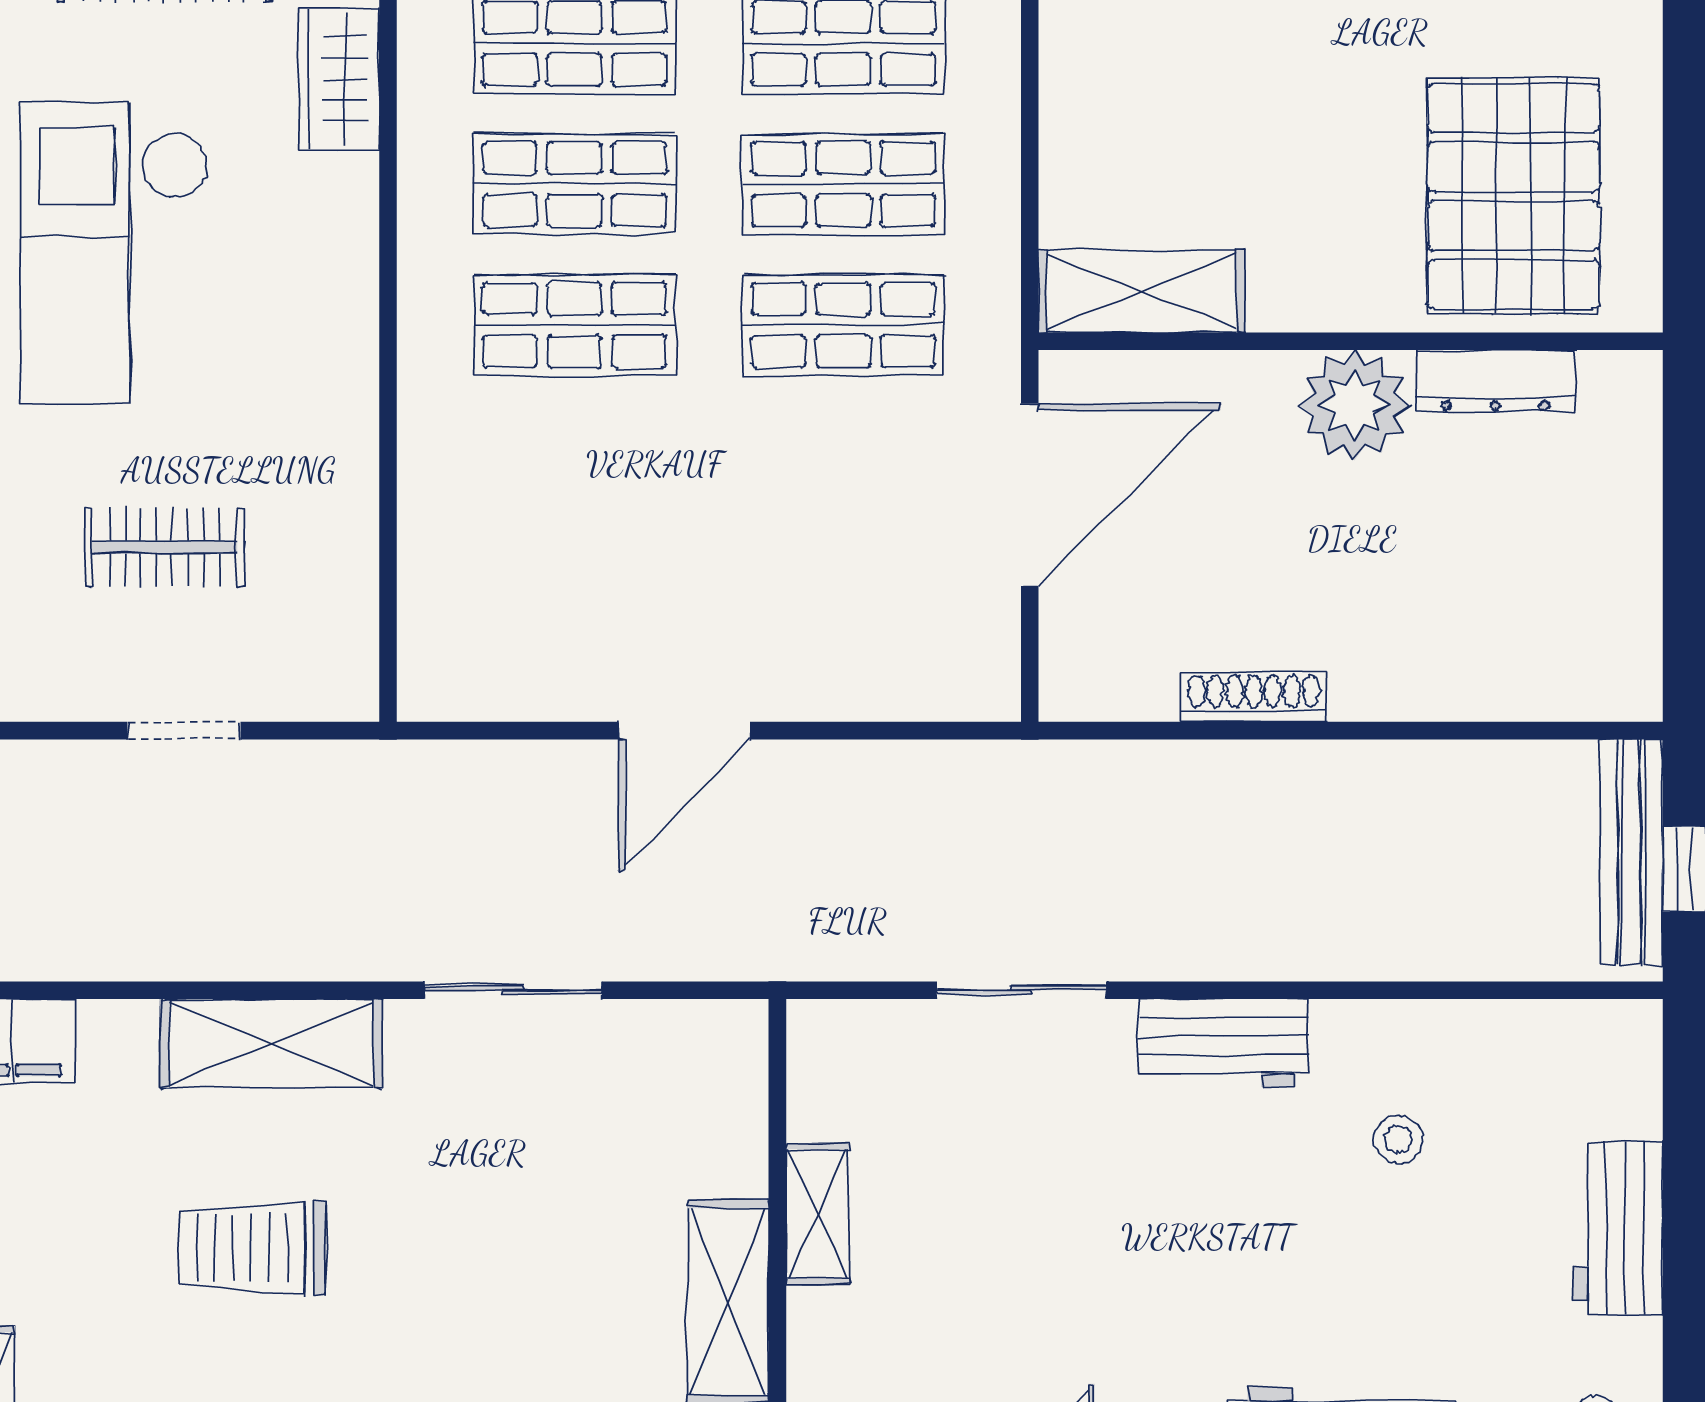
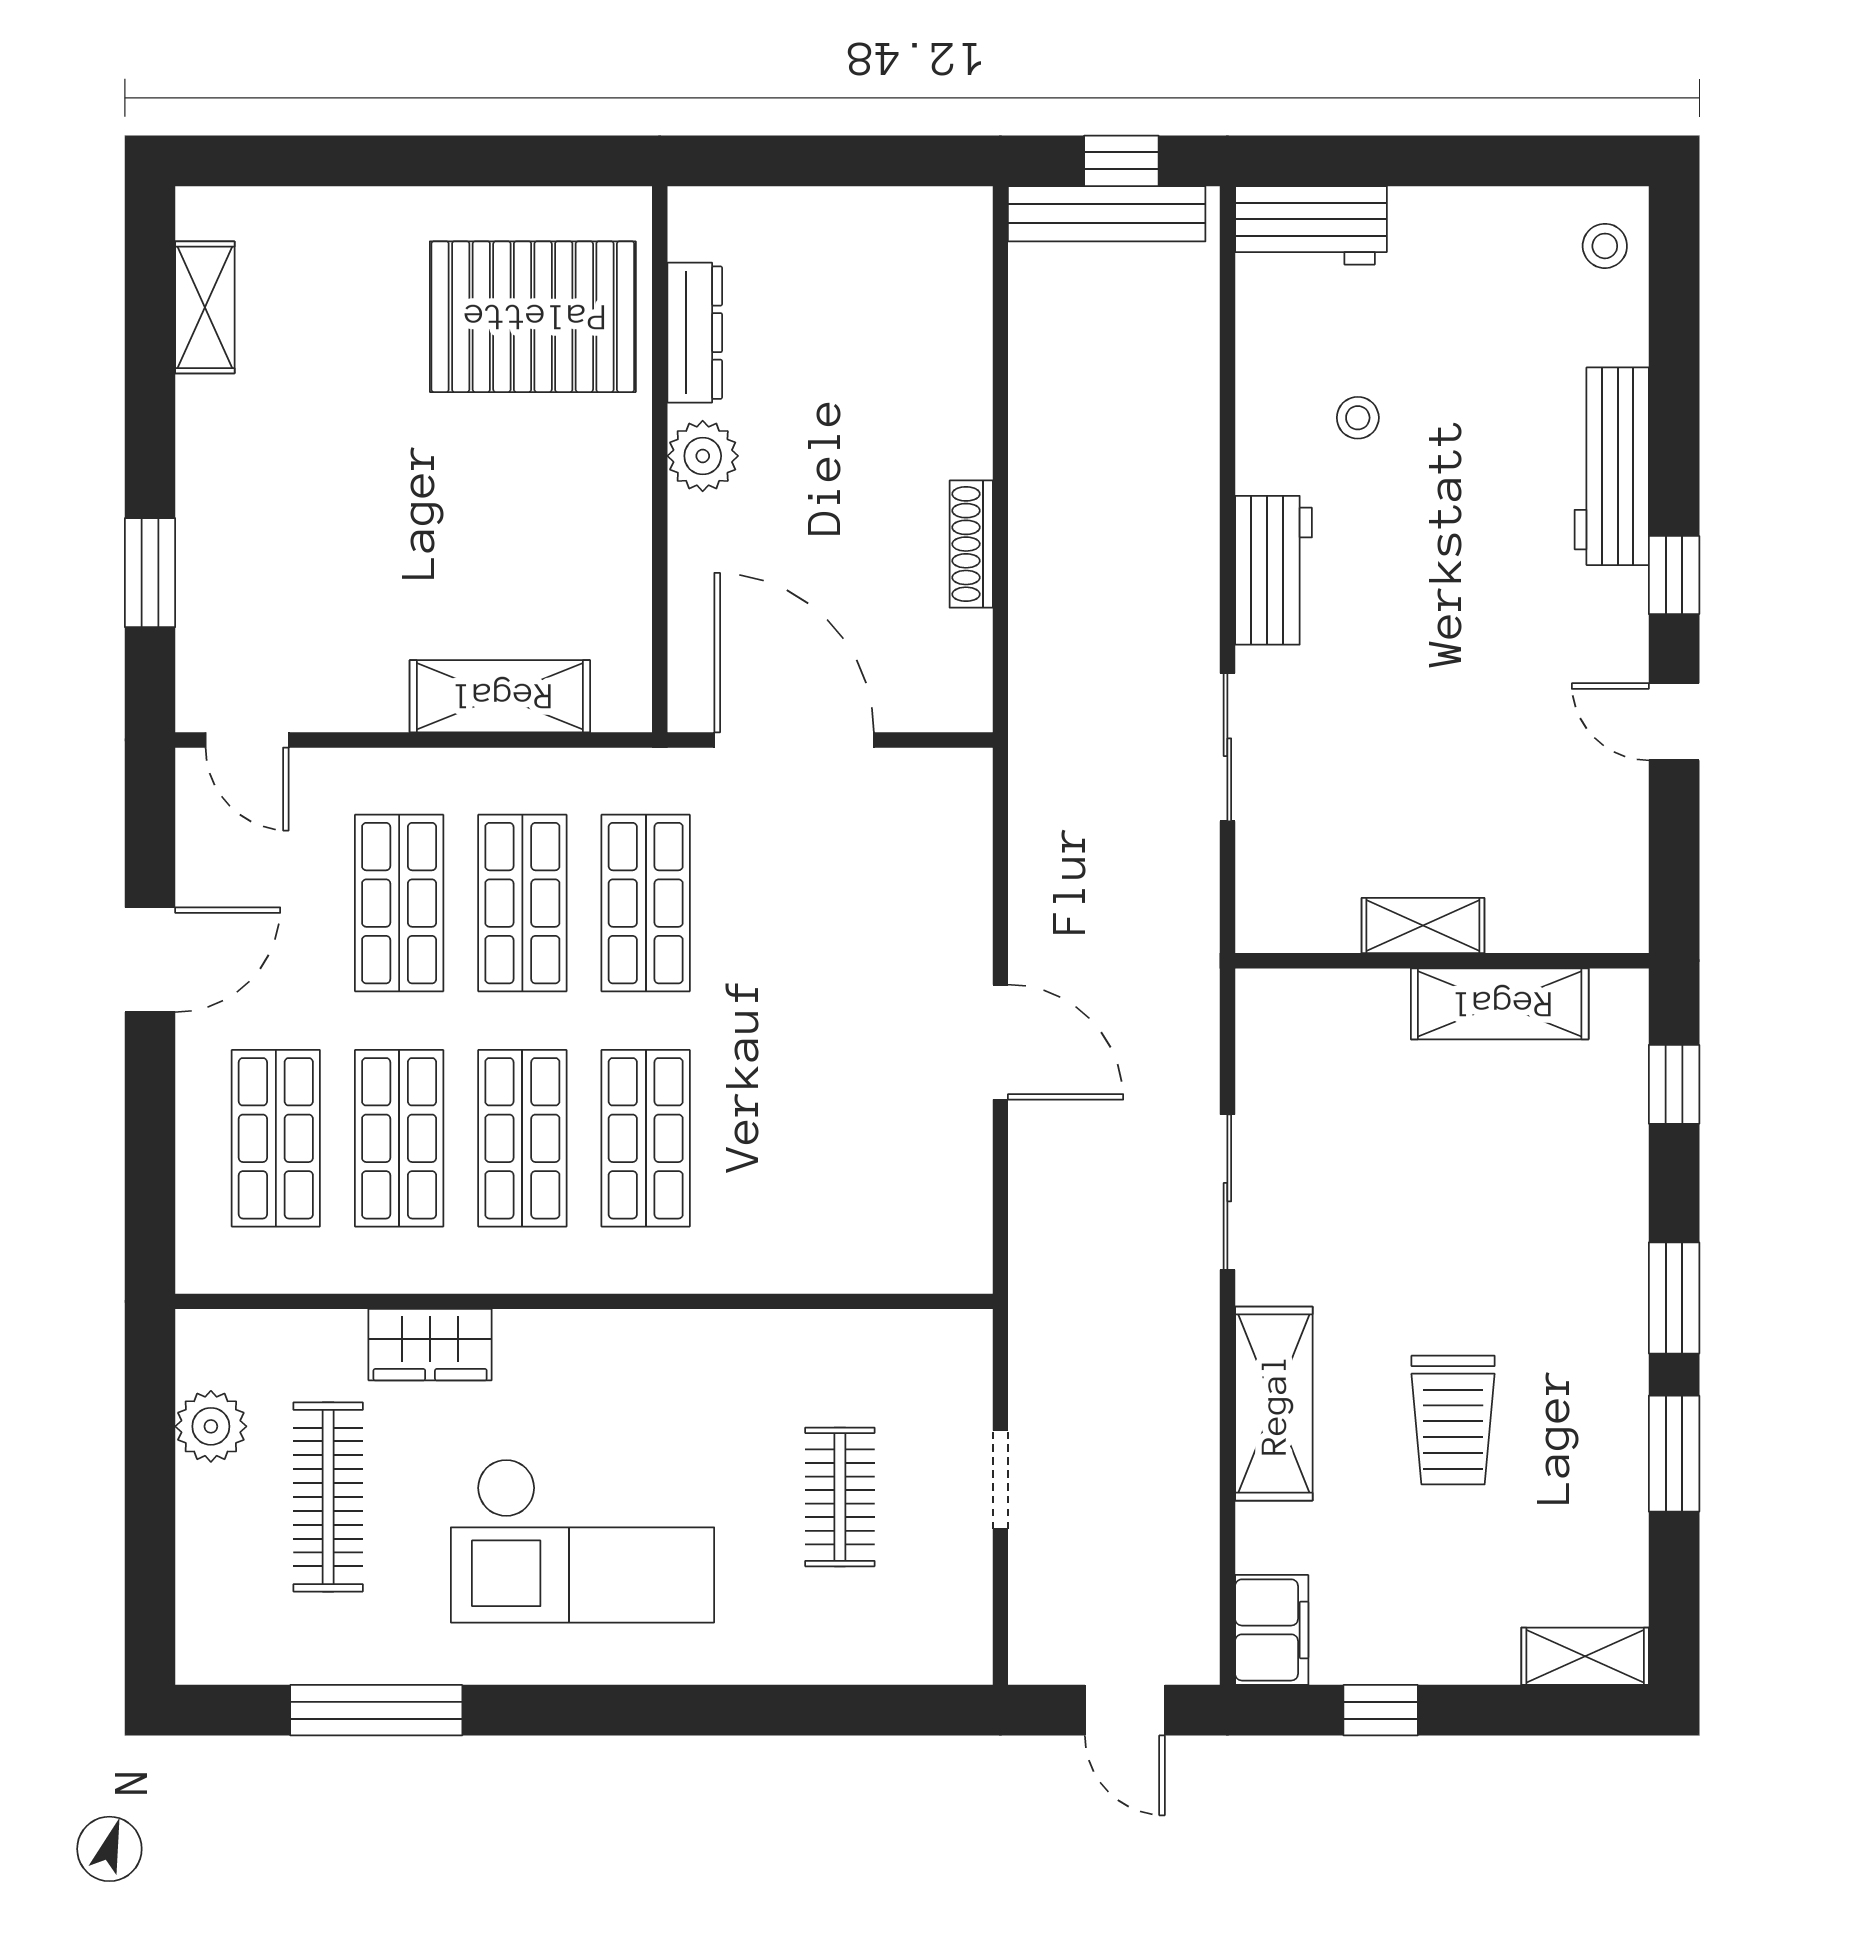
shelving: (1142, 291) -> (500, 696), moved, turned 90
plant: (1354, 405) -> (703, 456), width x0.73, depth x0.73
workbench: (1618, 1228) -> (1311, 225), moved

